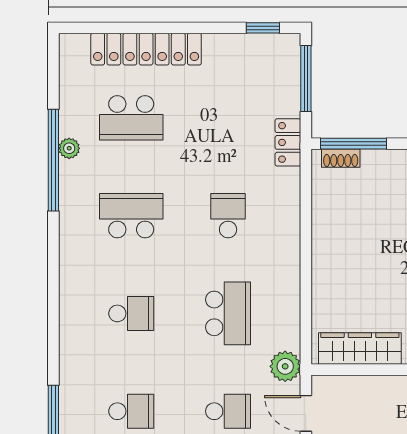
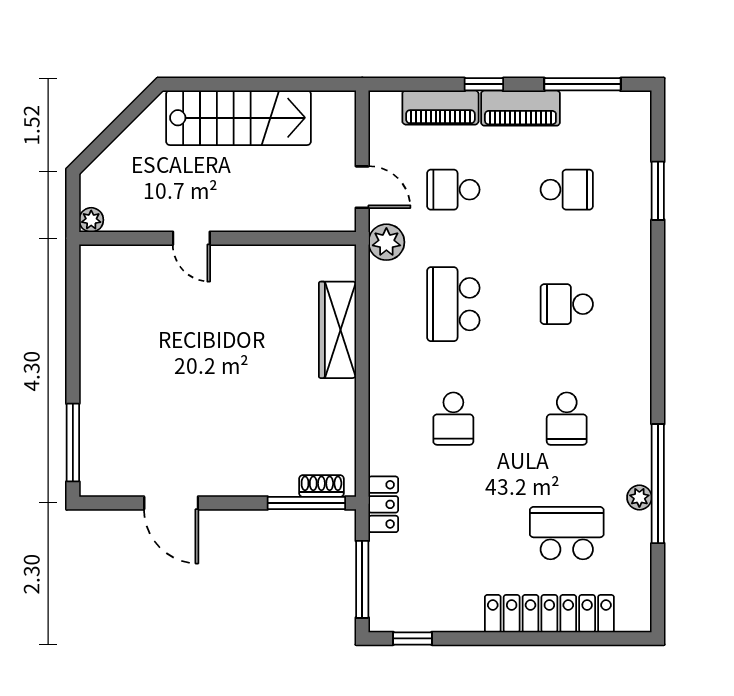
school desk: (131, 216) -> (567, 419), width x0.54
wardrobe: (360, 349) -> (337, 330), moved, turned 90
school desk: (131, 411) -> (567, 190), turned 180

